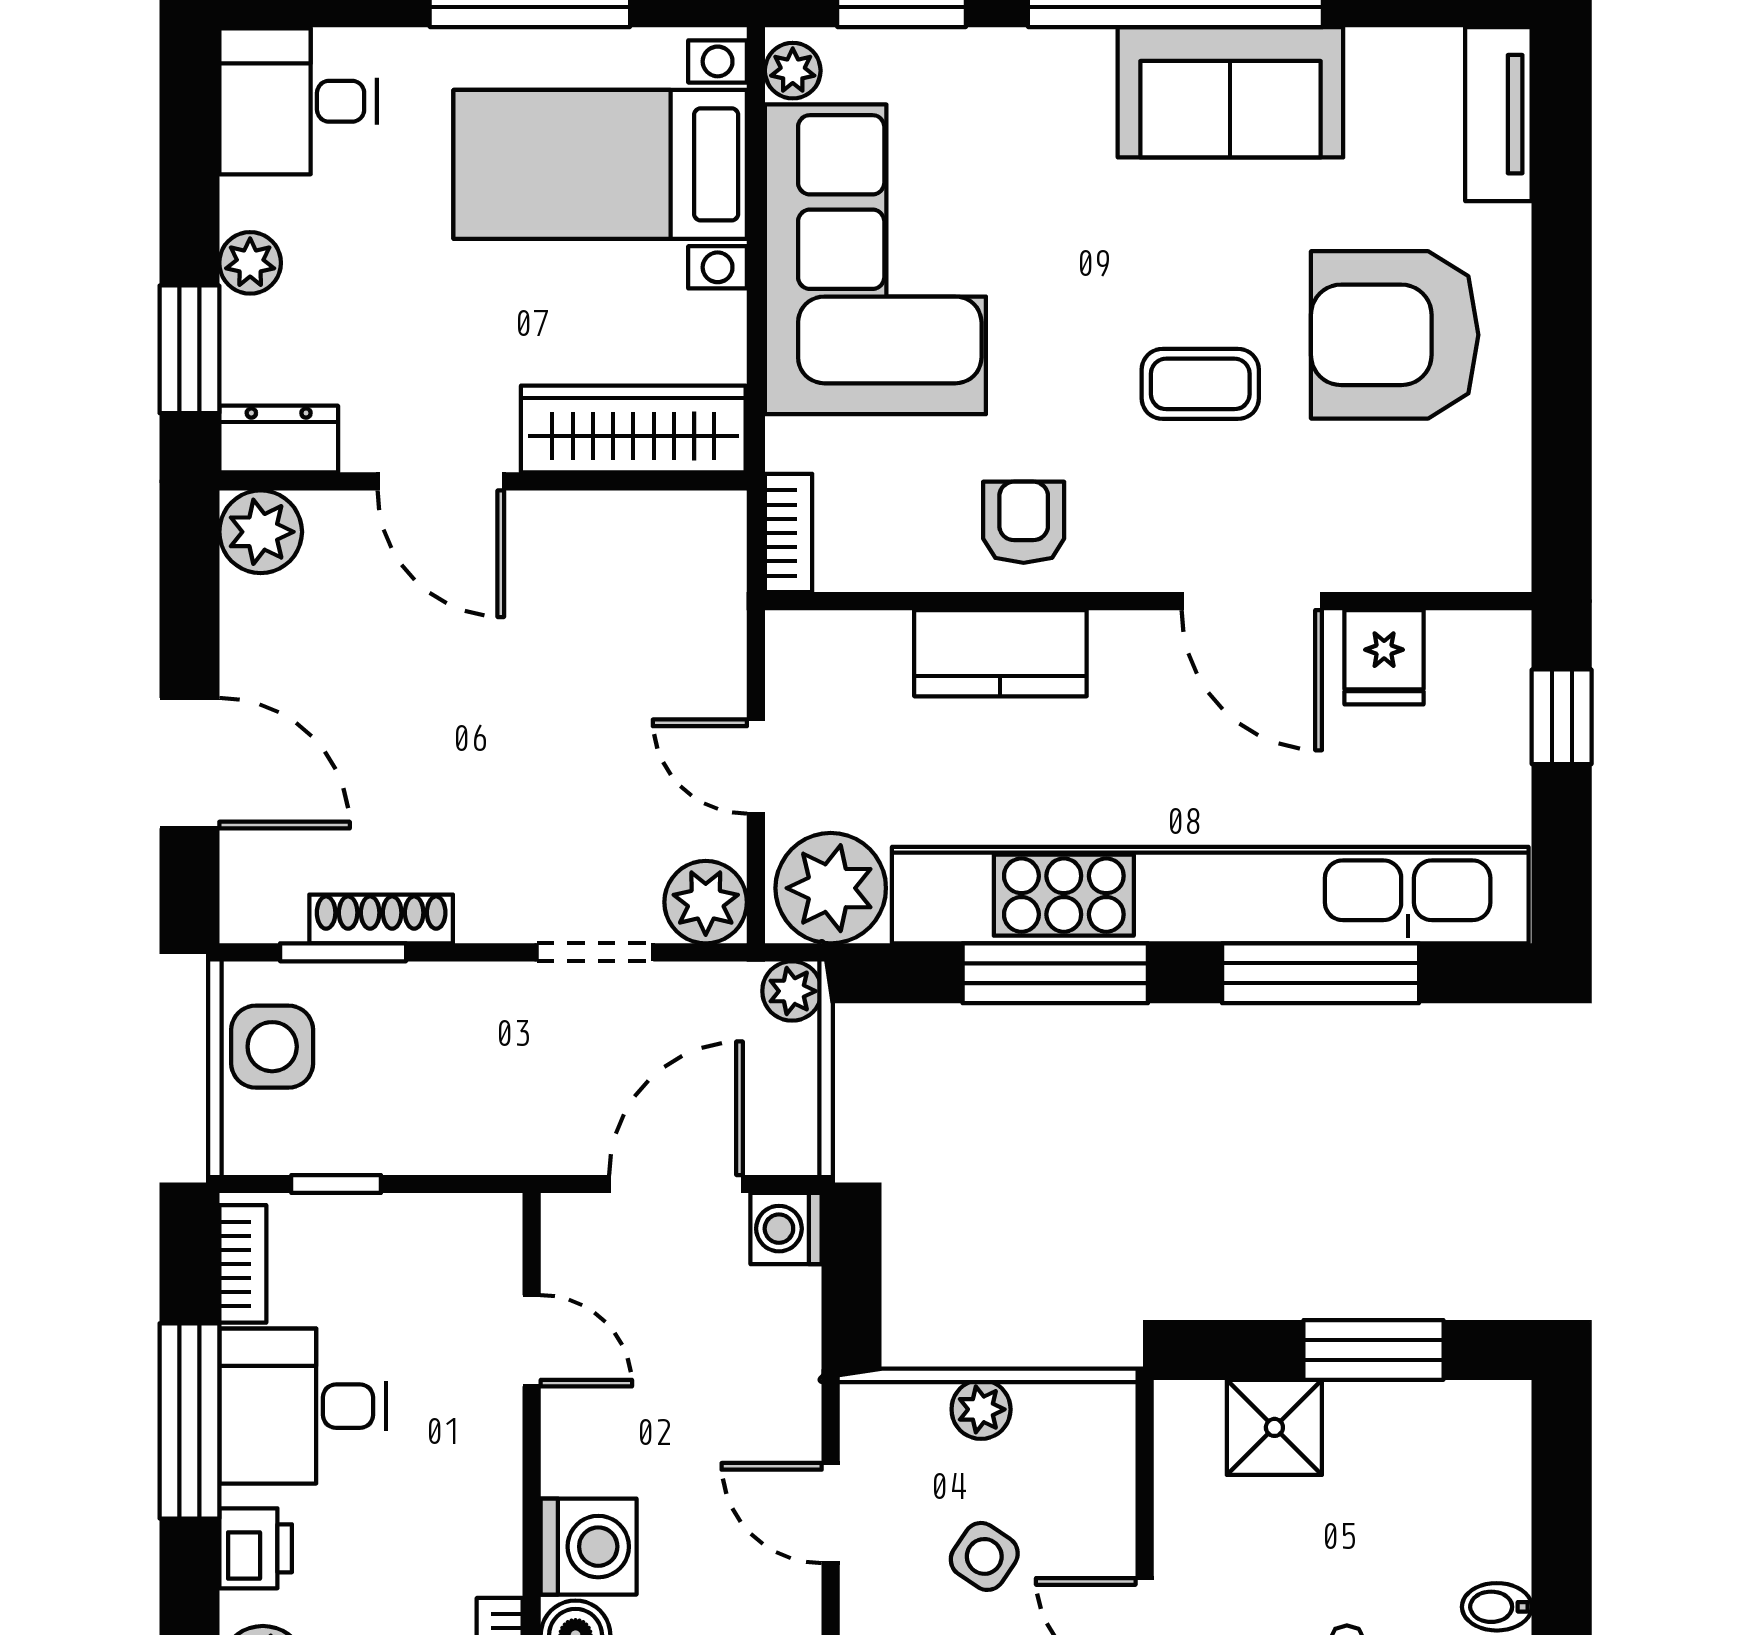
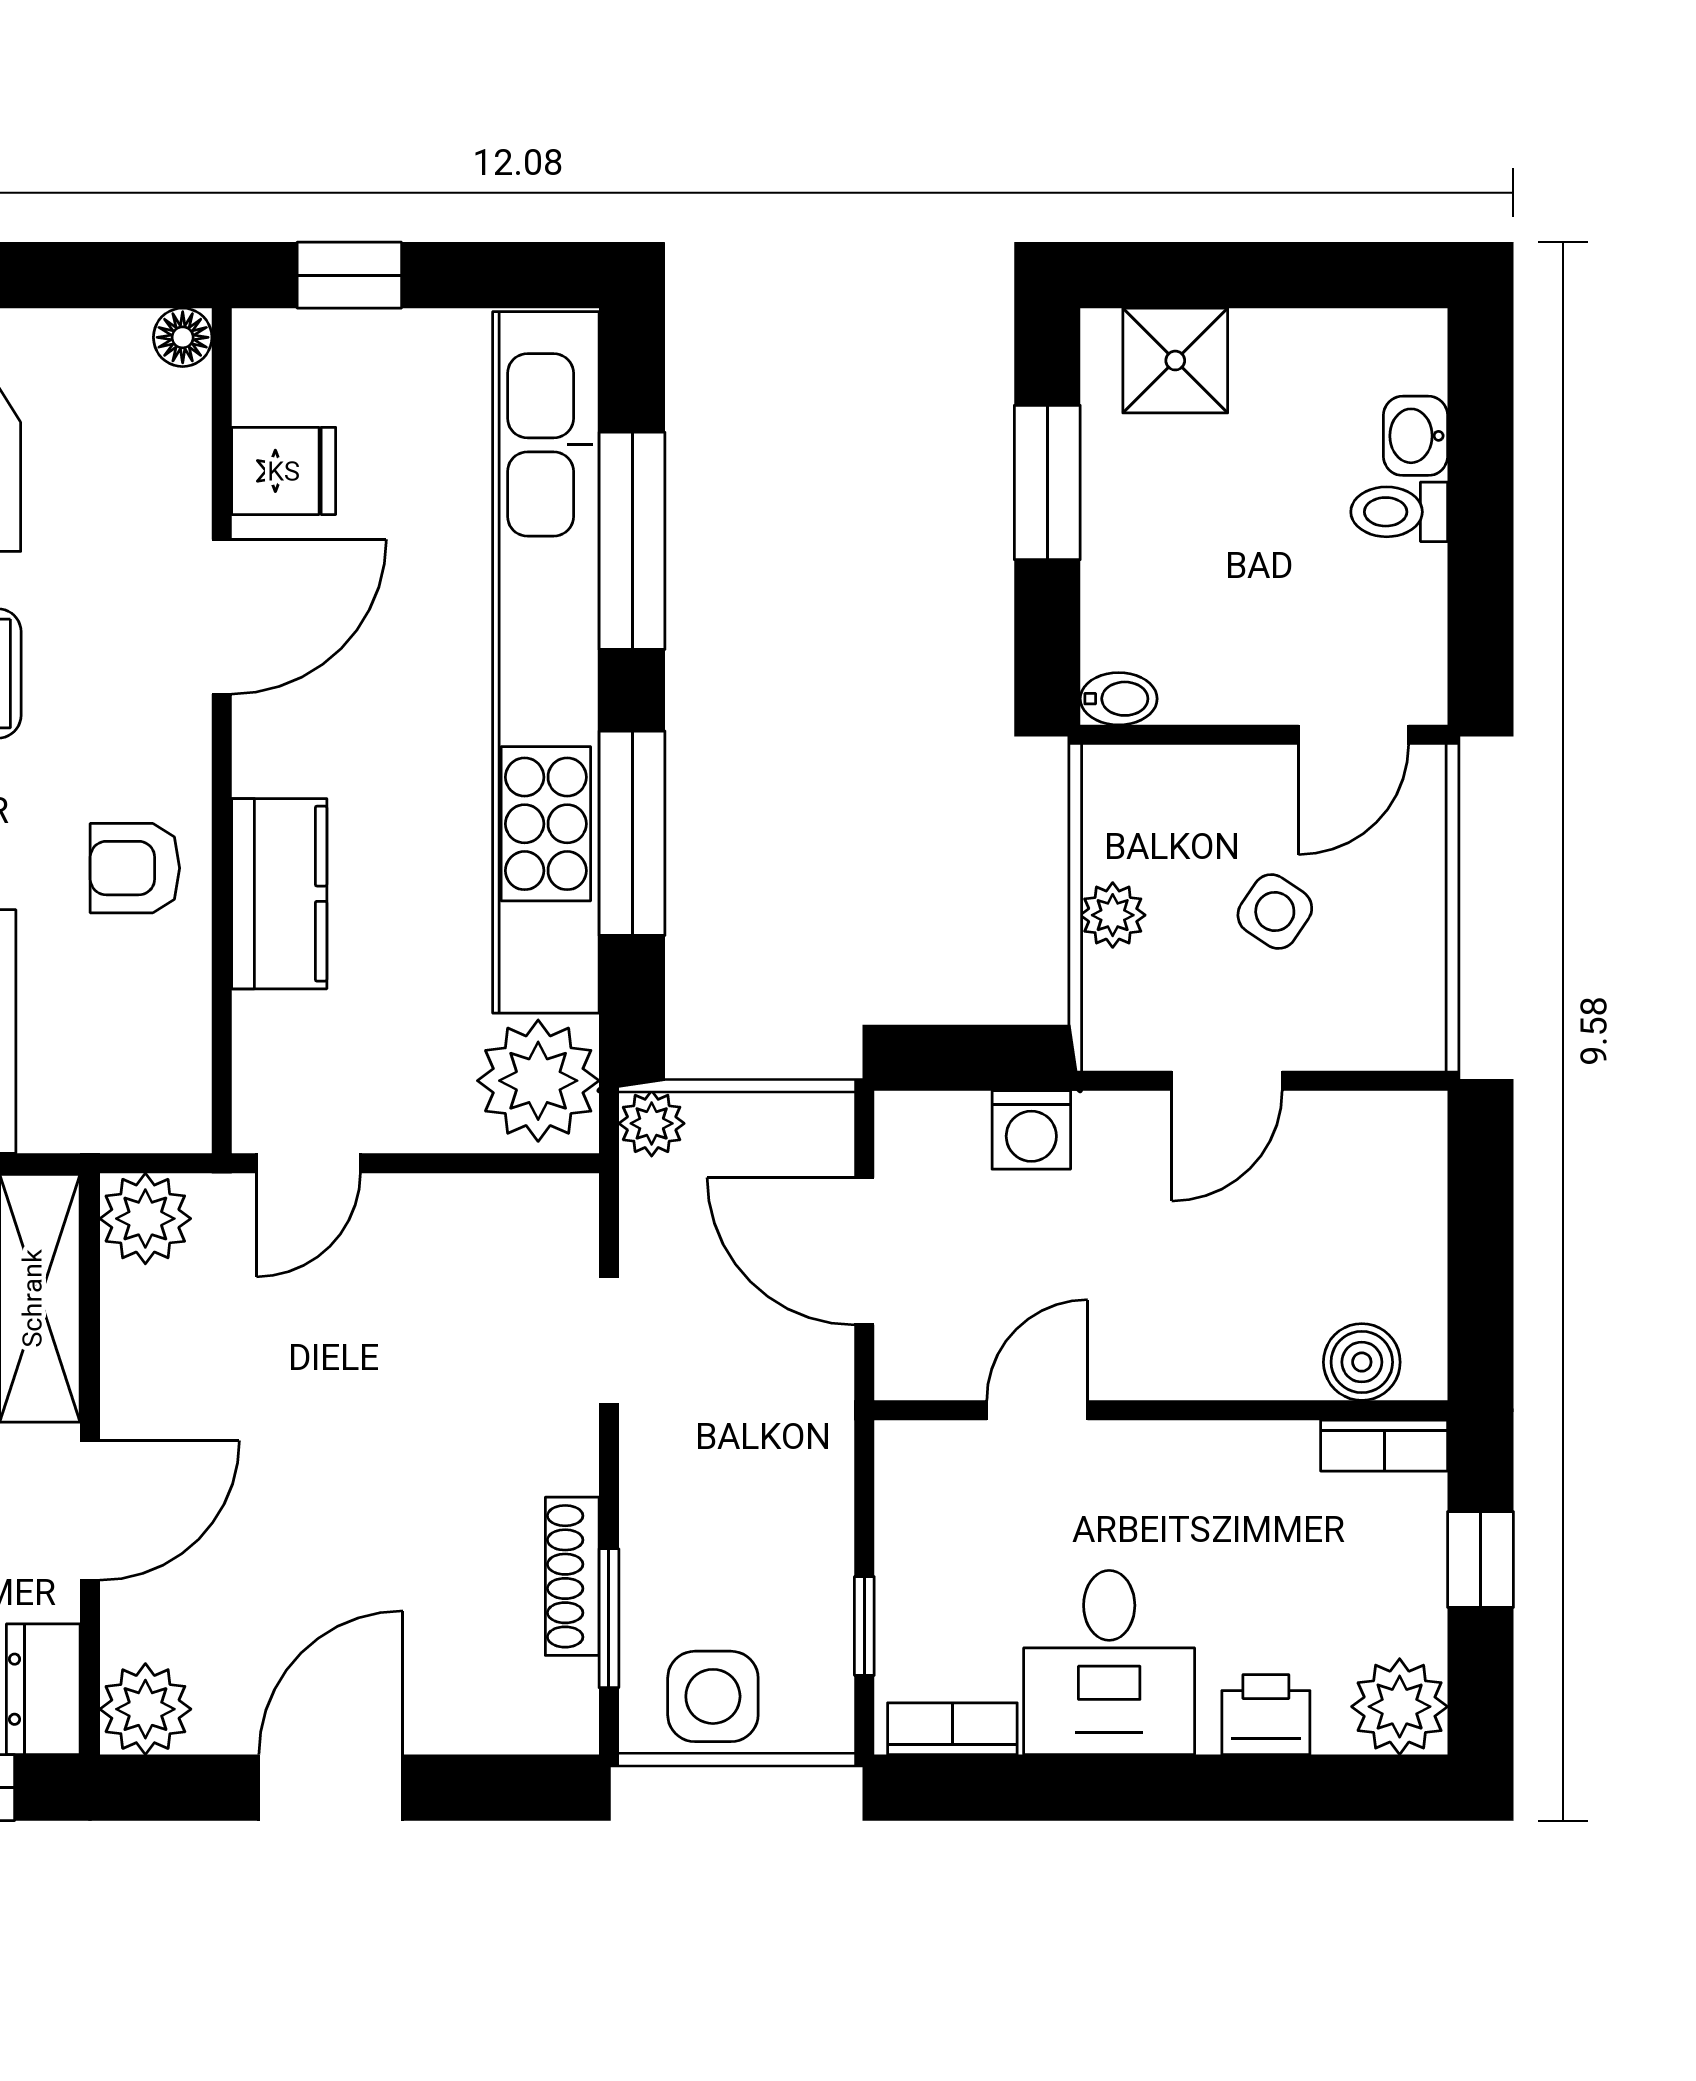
bookcase: (789, 533) -> (147, 1127), removed
floor lamp: (1505, 566) -> (183, 337), added
door: (189, 763) -> (331, 1788), moved
door: (756, 767) -> (308, 1163), moved
plant: (706, 902) -> (145, 1219), moved
washing machine: (786, 1229) -> (1031, 1130), moved
window: (189, 1421) -> (1125, 1788), removed
shower: (1274, 1427) -> (1175, 361), moved
washing machine: (589, 1547) -> (1264, 1348), removed
bidet: (1497, 1607) -> (1119, 699), moved, turned -90

